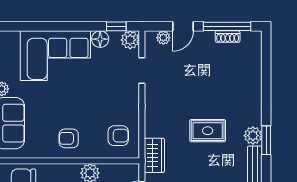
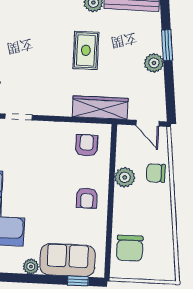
wardrobe: (154, 155) -> (100, 108), width x1.50

